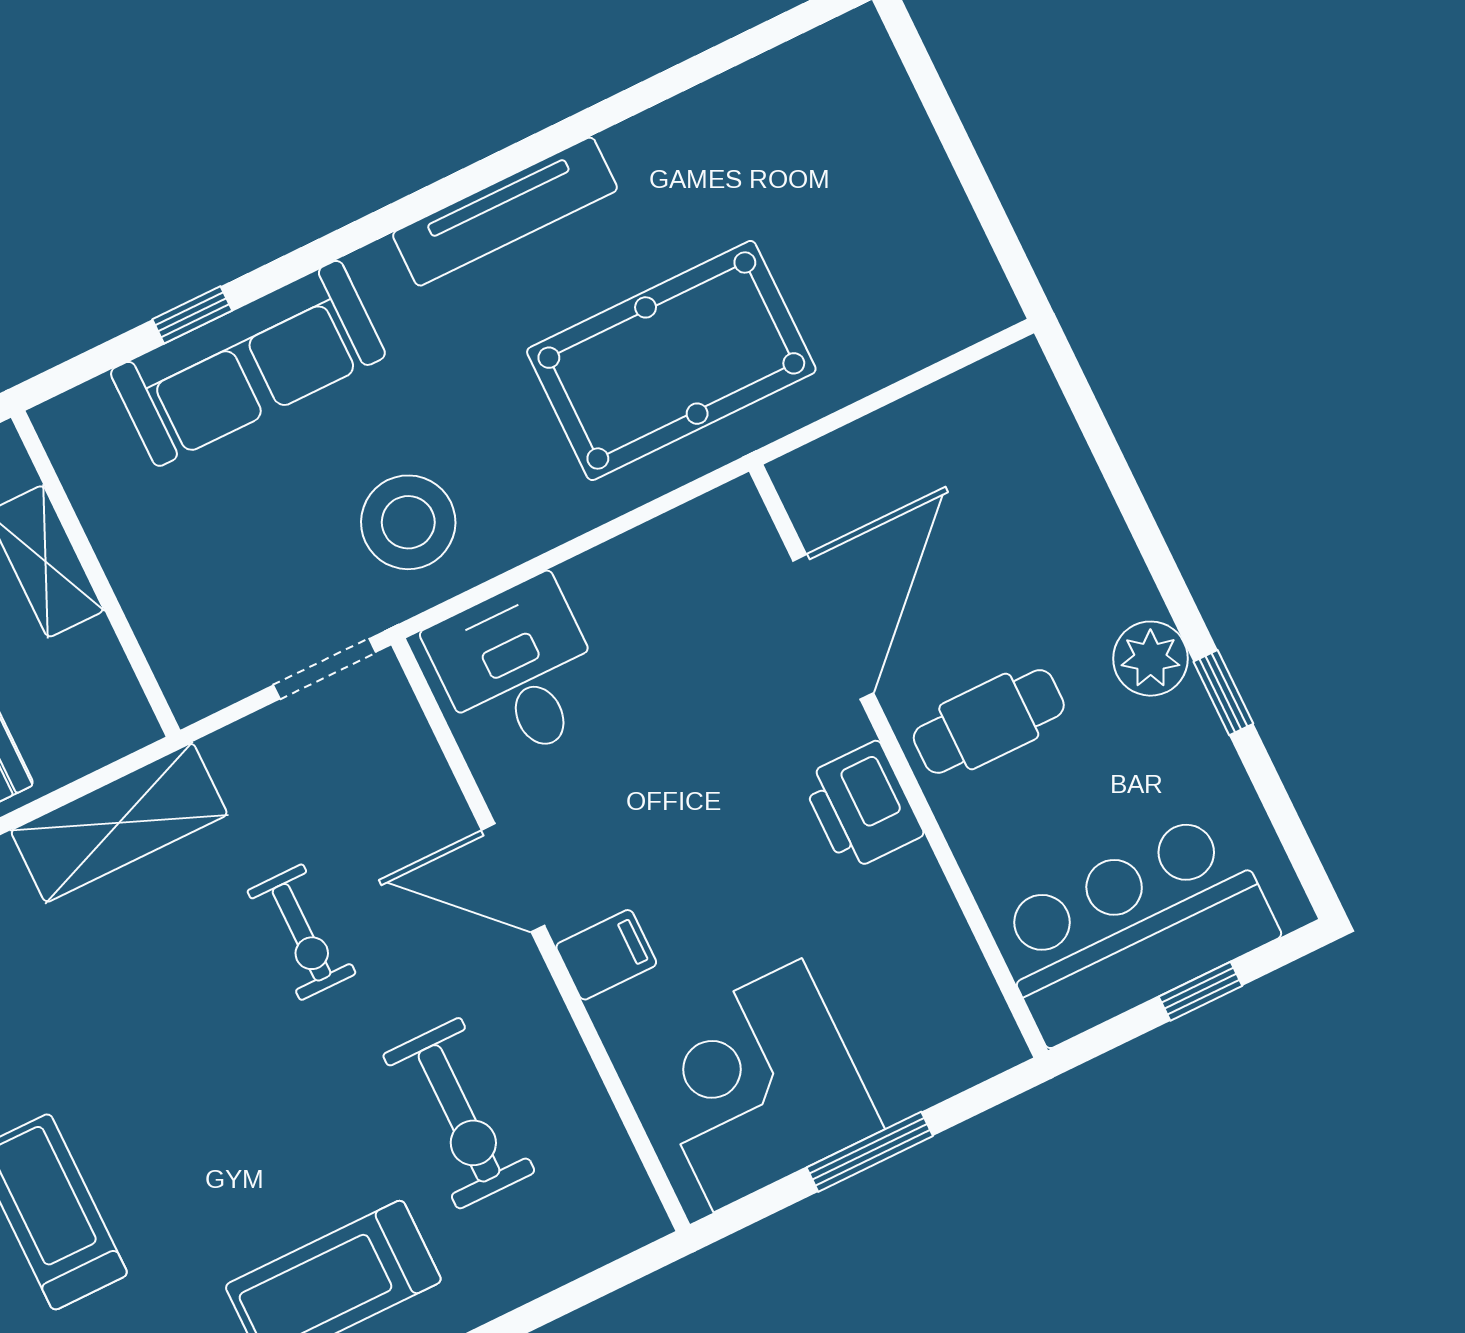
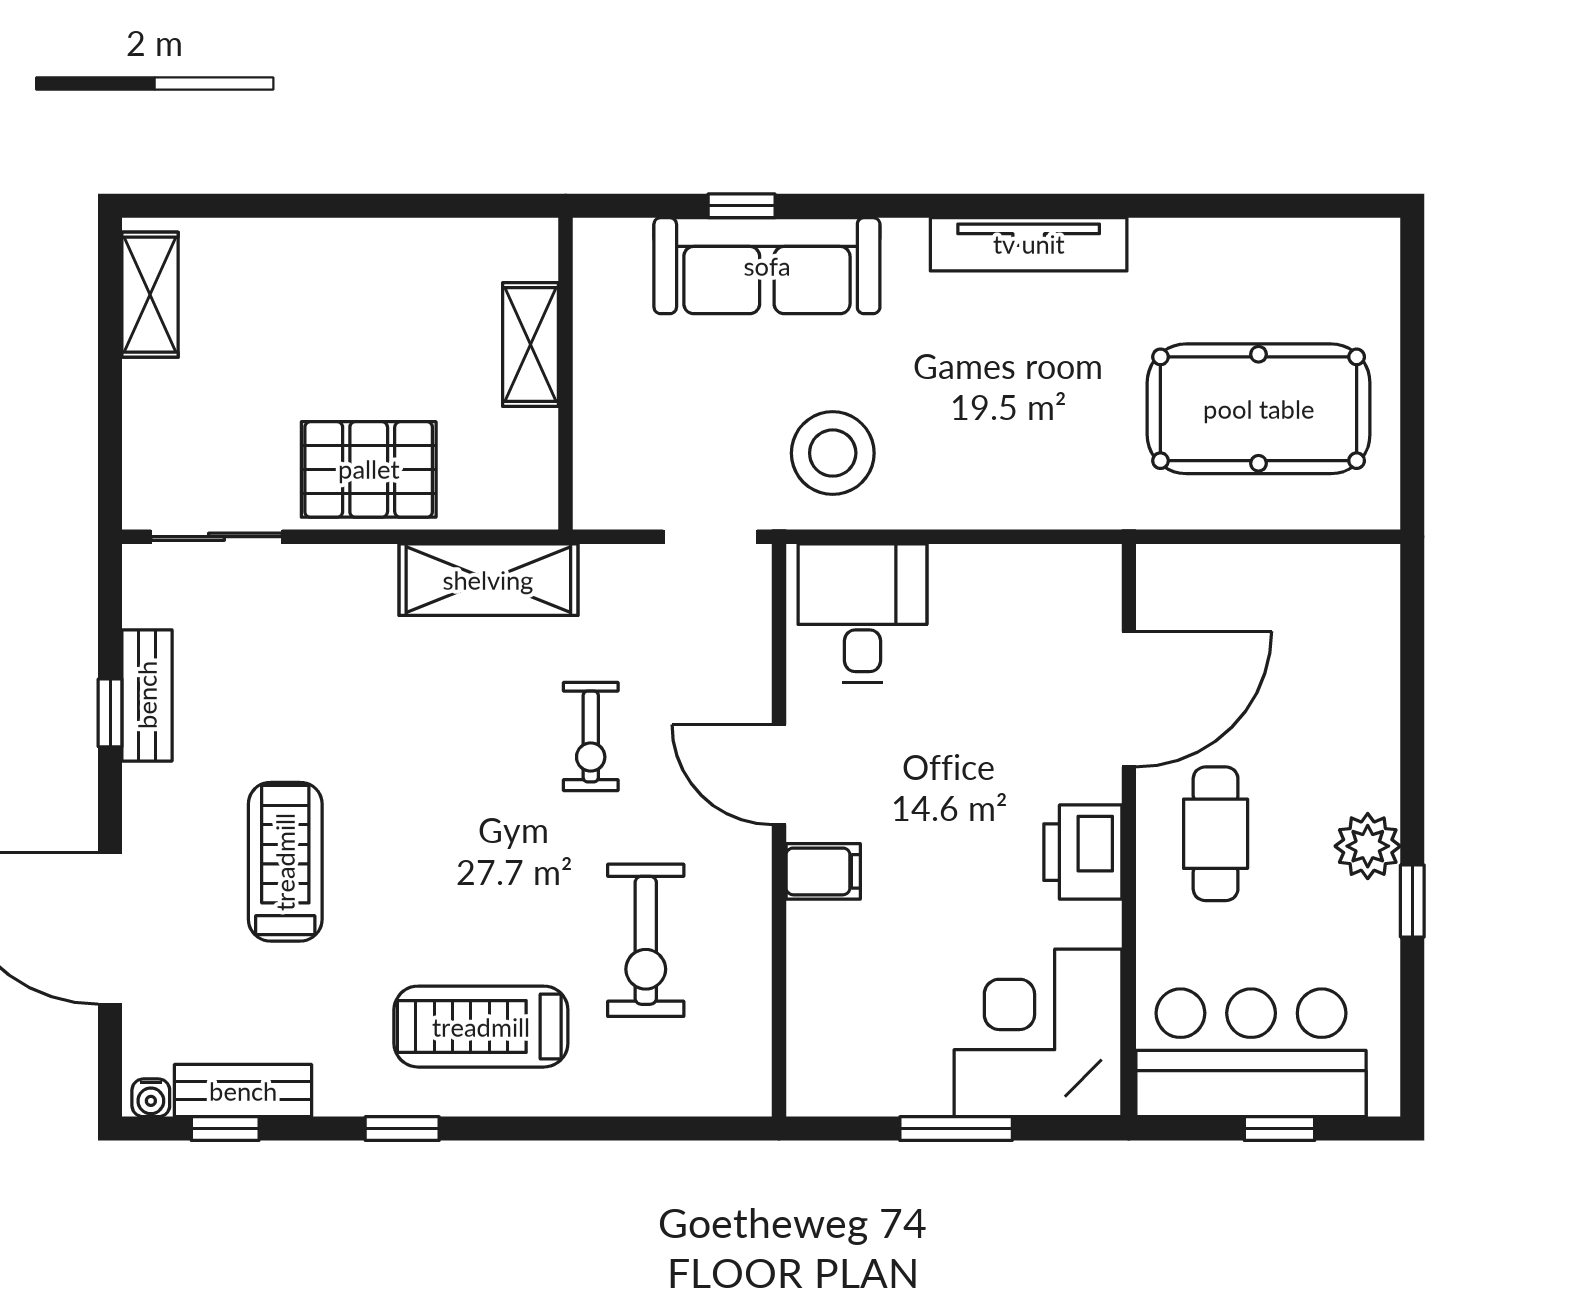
pool table: (671, 361) -> (1259, 409), moved
cafe table: (989, 721) -> (1216, 834), turned 90
corner desk: (758, 1085) -> (1038, 1033), moved

